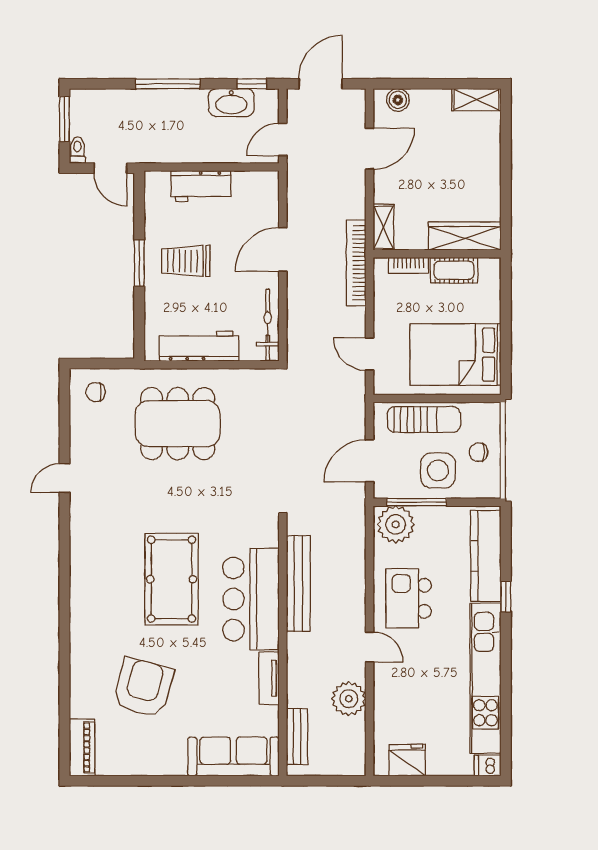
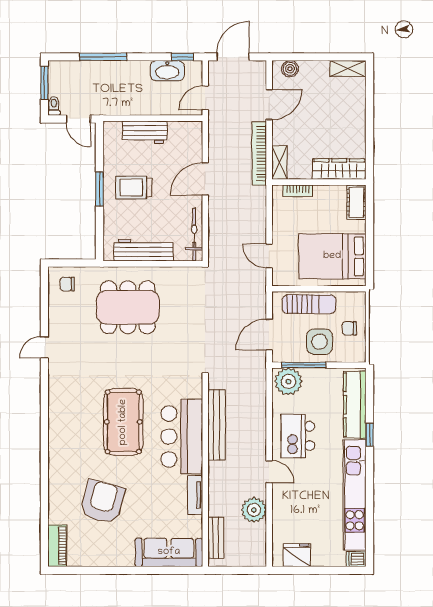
window: (168, 84) -> (103, 57), moved
bookcase: (356, 263) -> (259, 154), moved
cot: (454, 270) -> (356, 202), moved, turned 90

